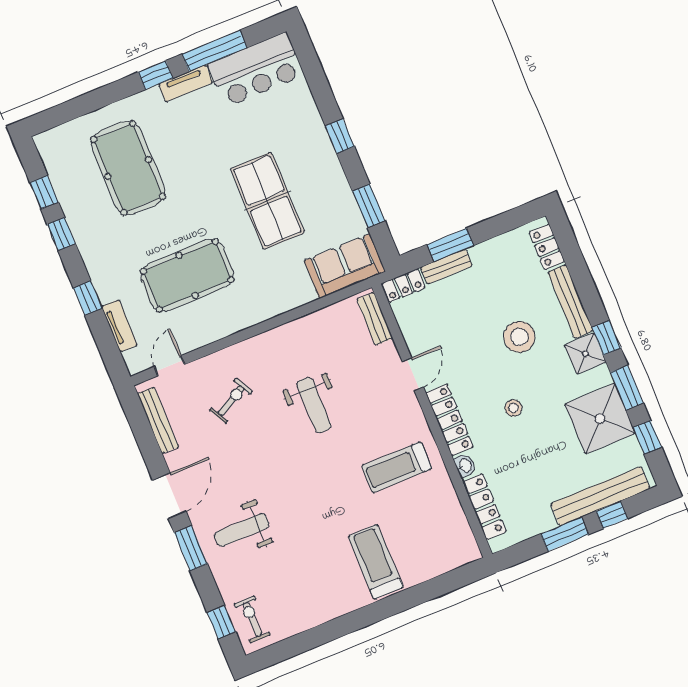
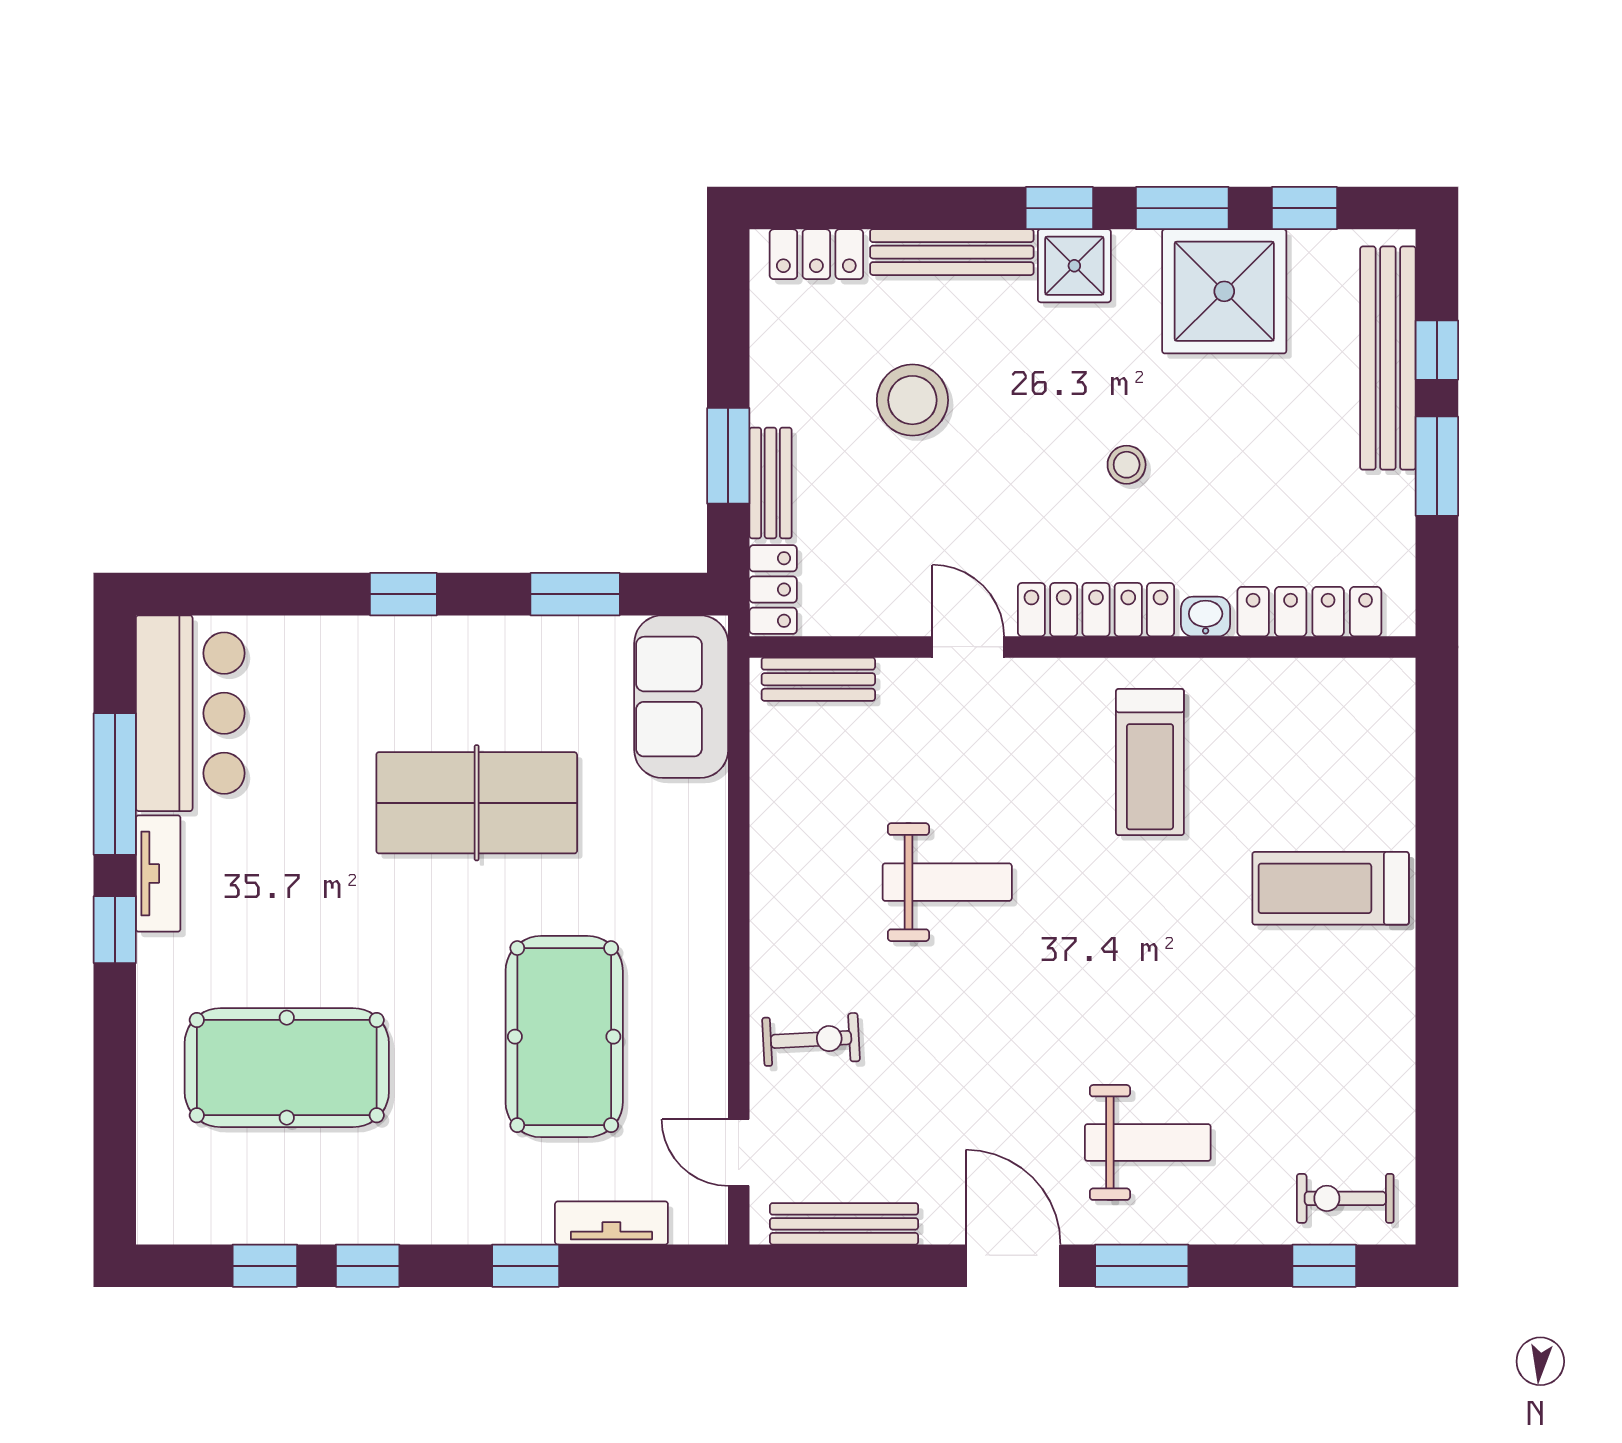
stool: (519, 337) -> (912, 400), moved
exercise bike: (231, 401) -> (811, 1039), moved, turned 115
weight bench: (242, 530) -> (1148, 1142), turned -90

